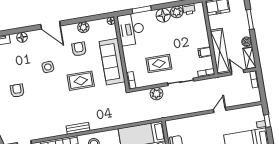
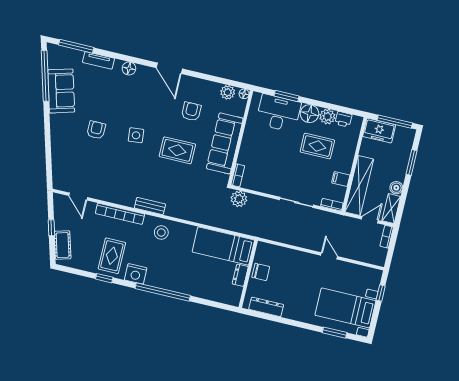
plant: (83, 27) -> (228, 92), moved
desk: (131, 29) -> (278, 113), moved, turned 90
rug: (159, 64) -> (317, 146), moved
side table: (48, 67) -> (136, 135), moved
door: (238, 72) -> (370, 220), hinge flipped
plant: (157, 94) -> (239, 199), moved
door: (220, 110) -> (329, 256), hinge flipped

